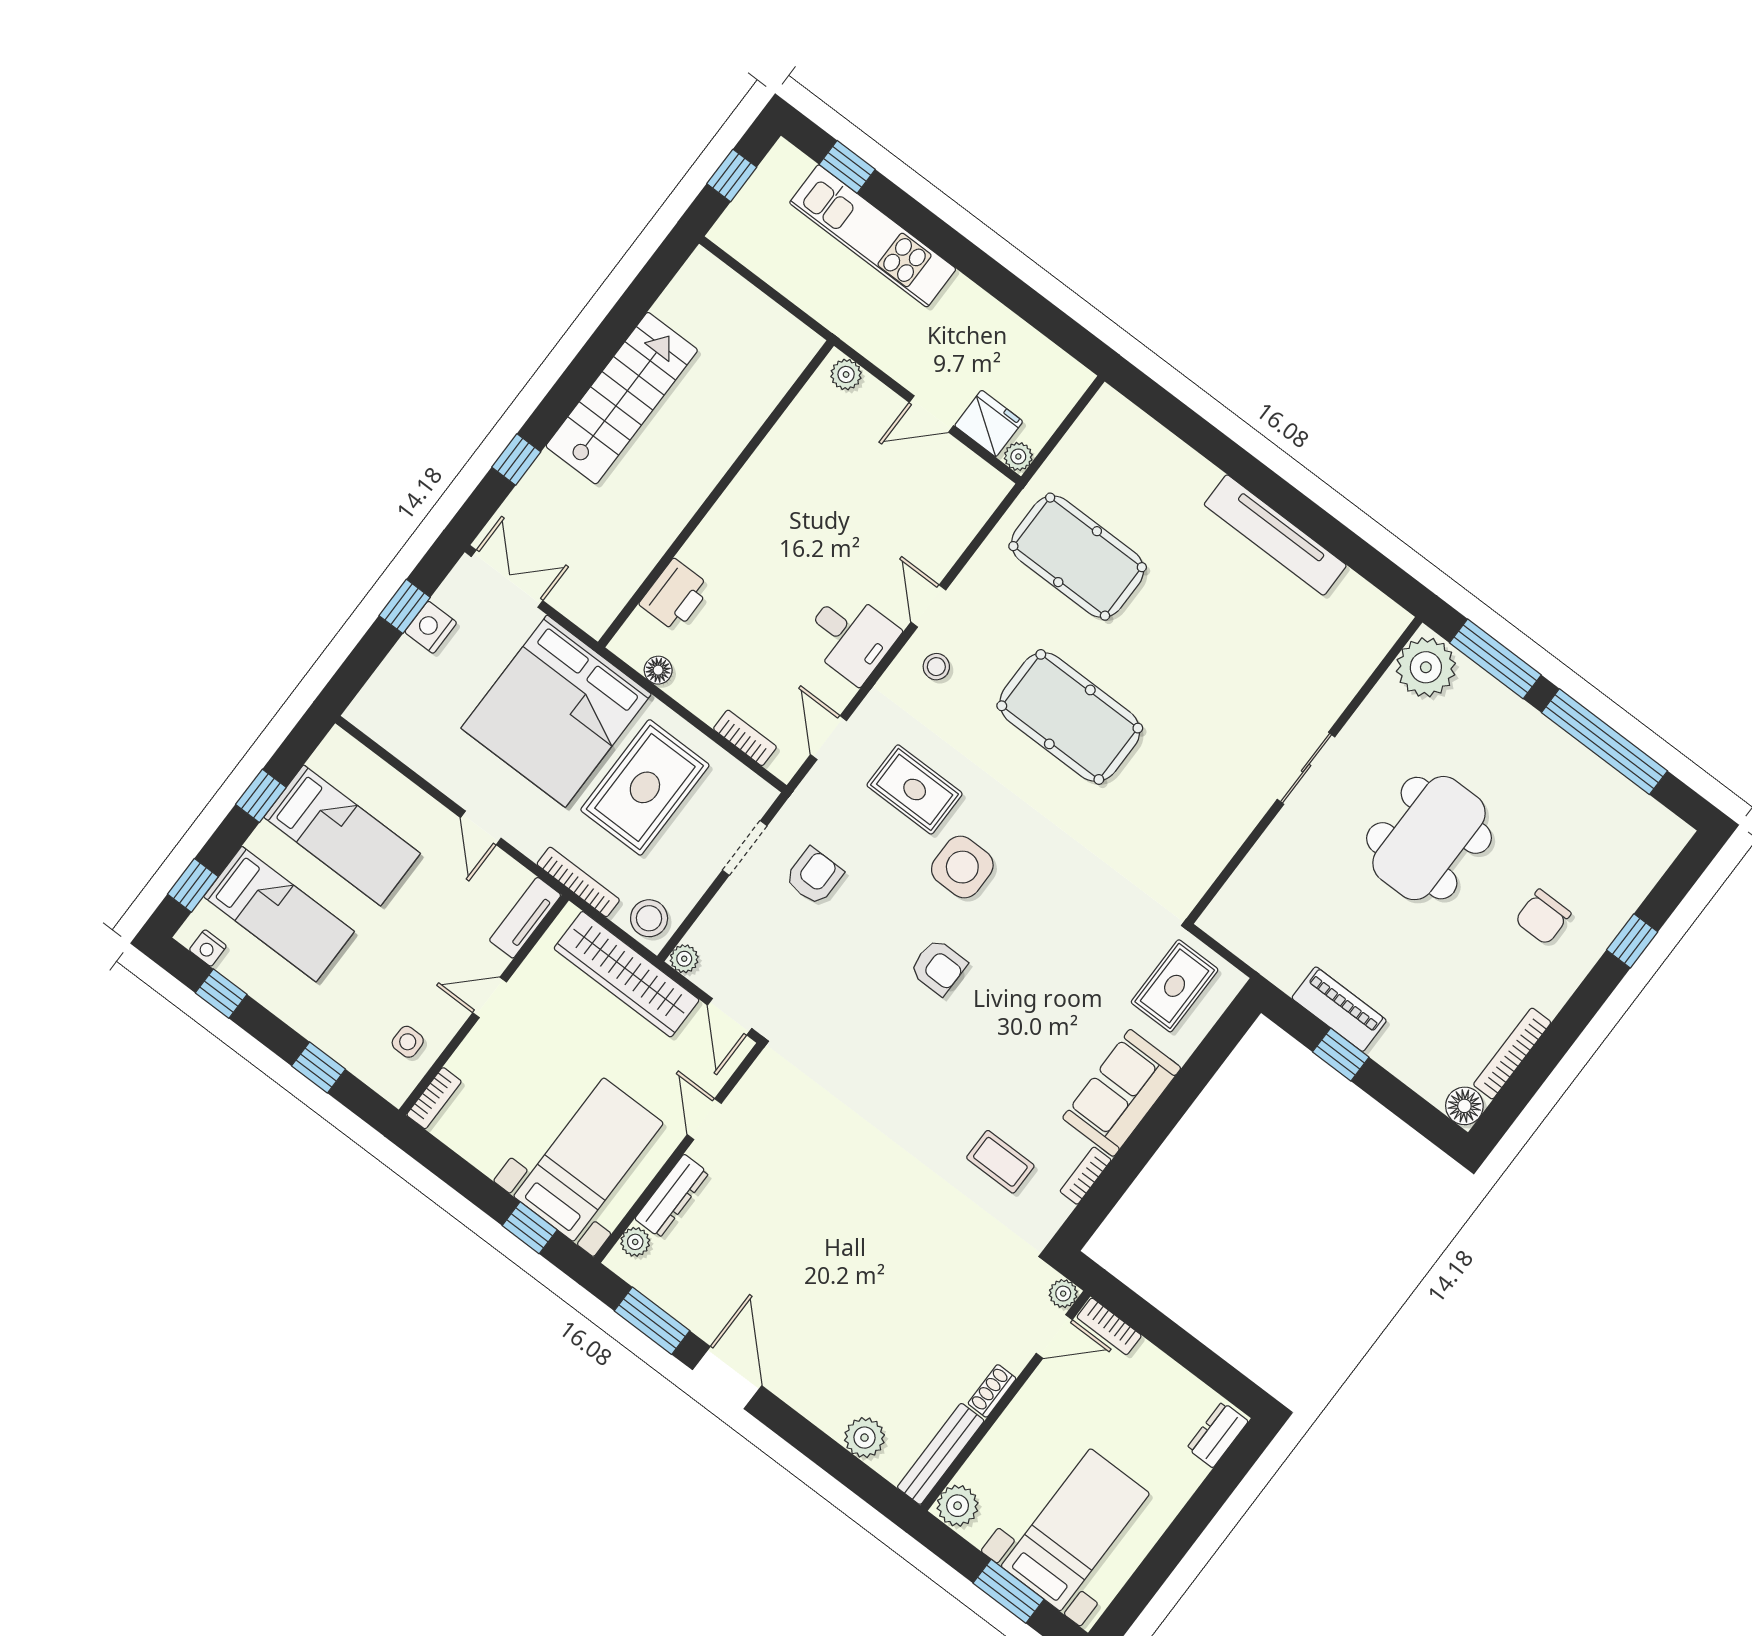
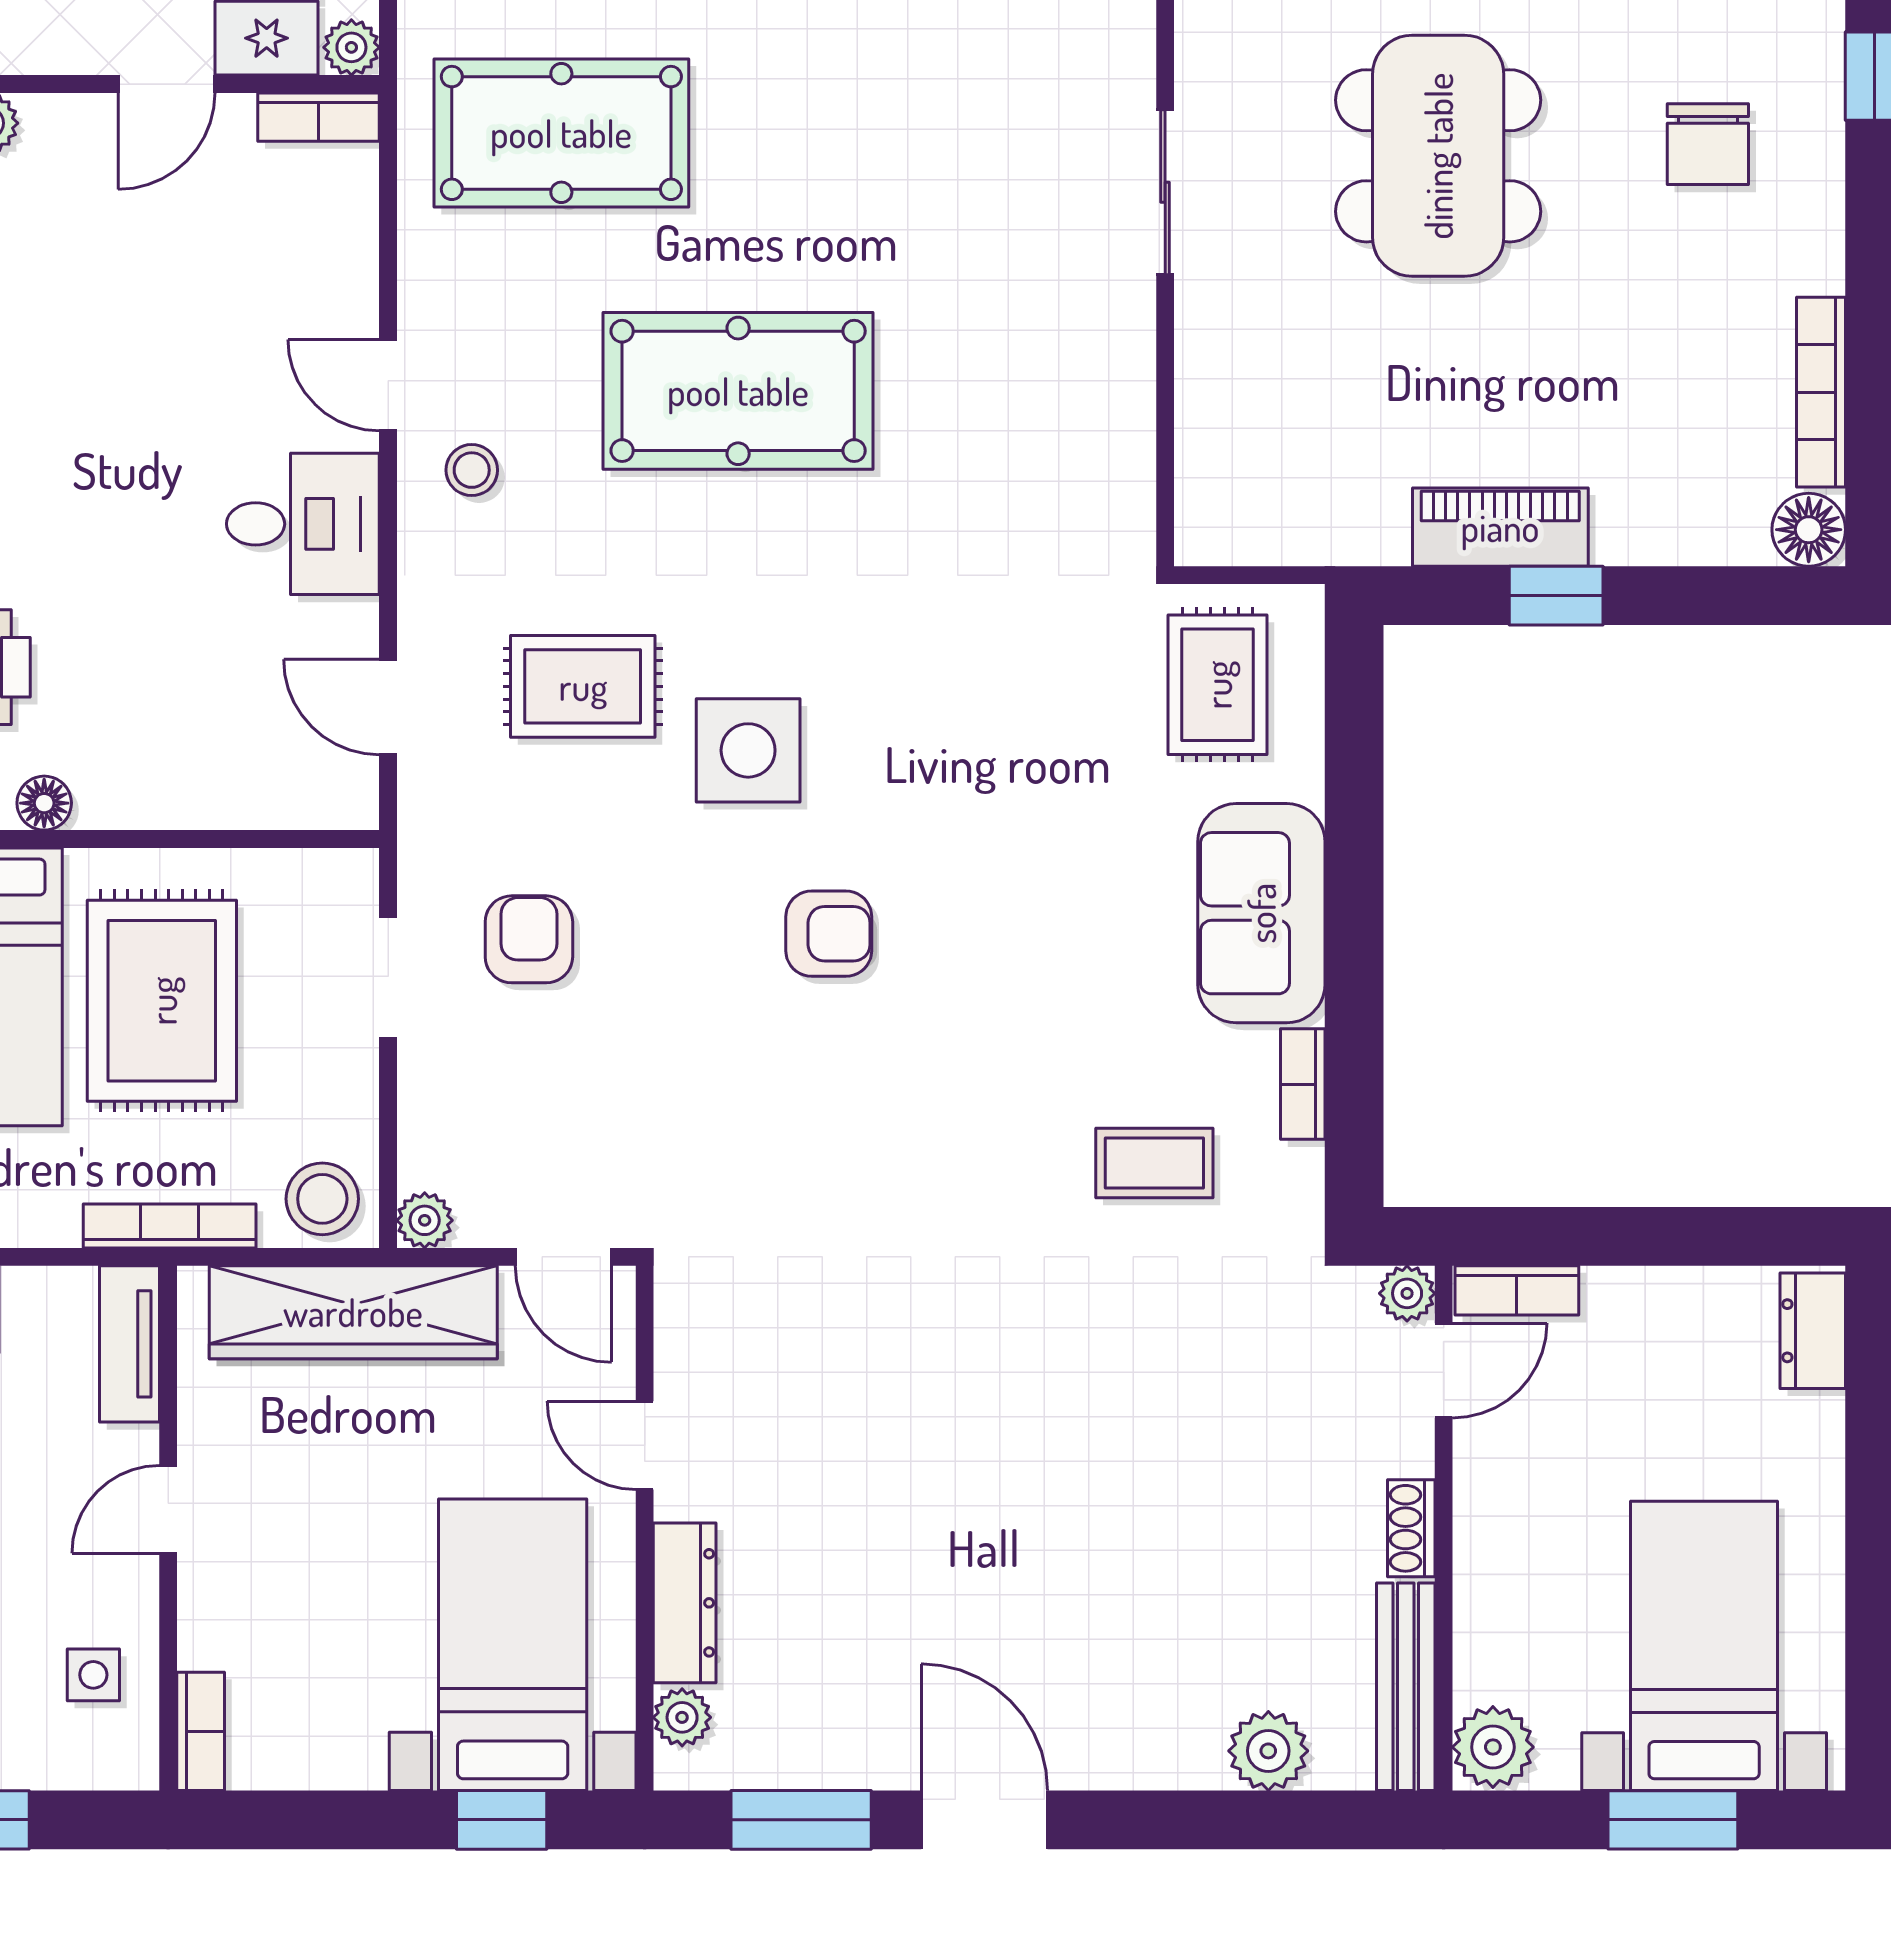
bookcase: (745, 738) -> (319, 117), moved, turned 180

